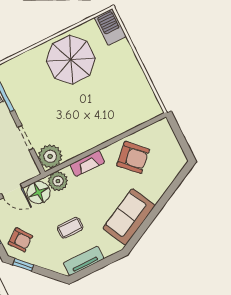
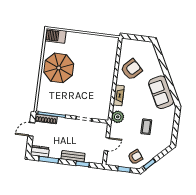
plant: (50, 156) -> (102, 112), removed
floor lamp: (39, 192) -> (117, 131), removed
tv unit: (84, 261) -> (168, 131), removed

